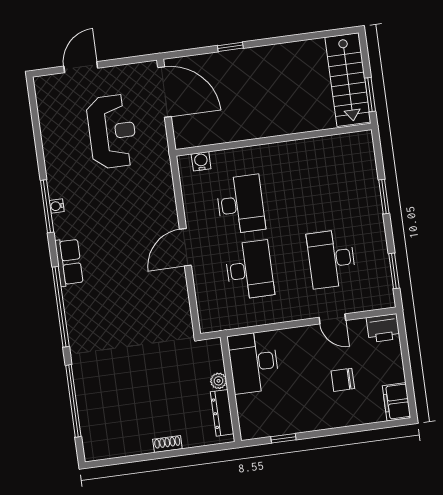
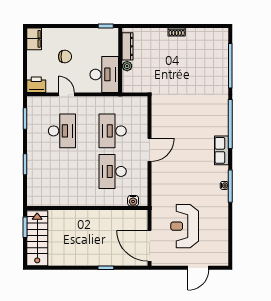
desk: (254, 362) -> (104, 74), moved
plant: (218, 381) -> (127, 66), moved
wall: (231, 389) -> (120, 60), moved
dresser: (222, 413) -> (127, 46), moved

